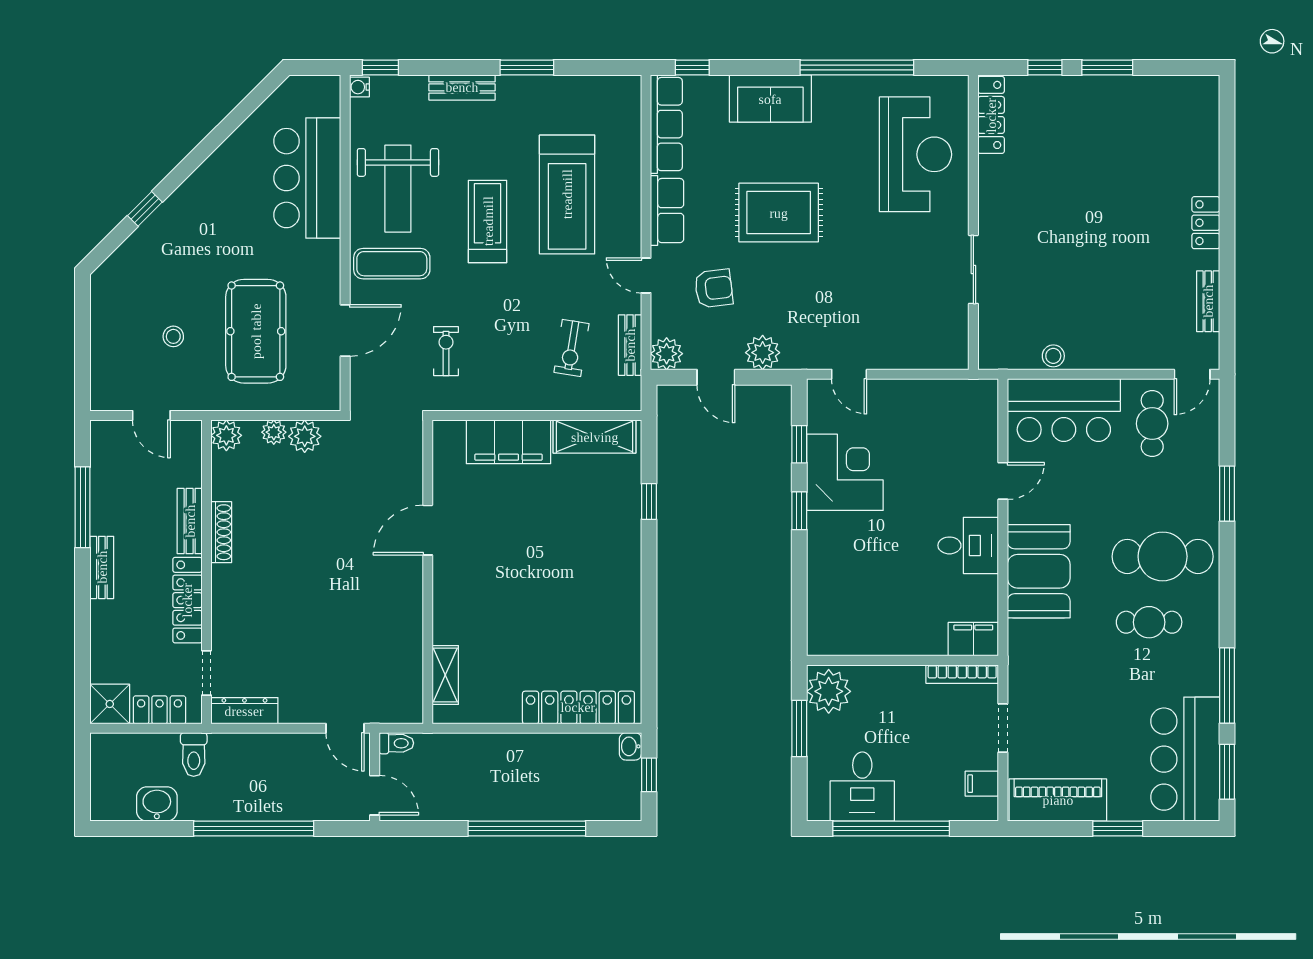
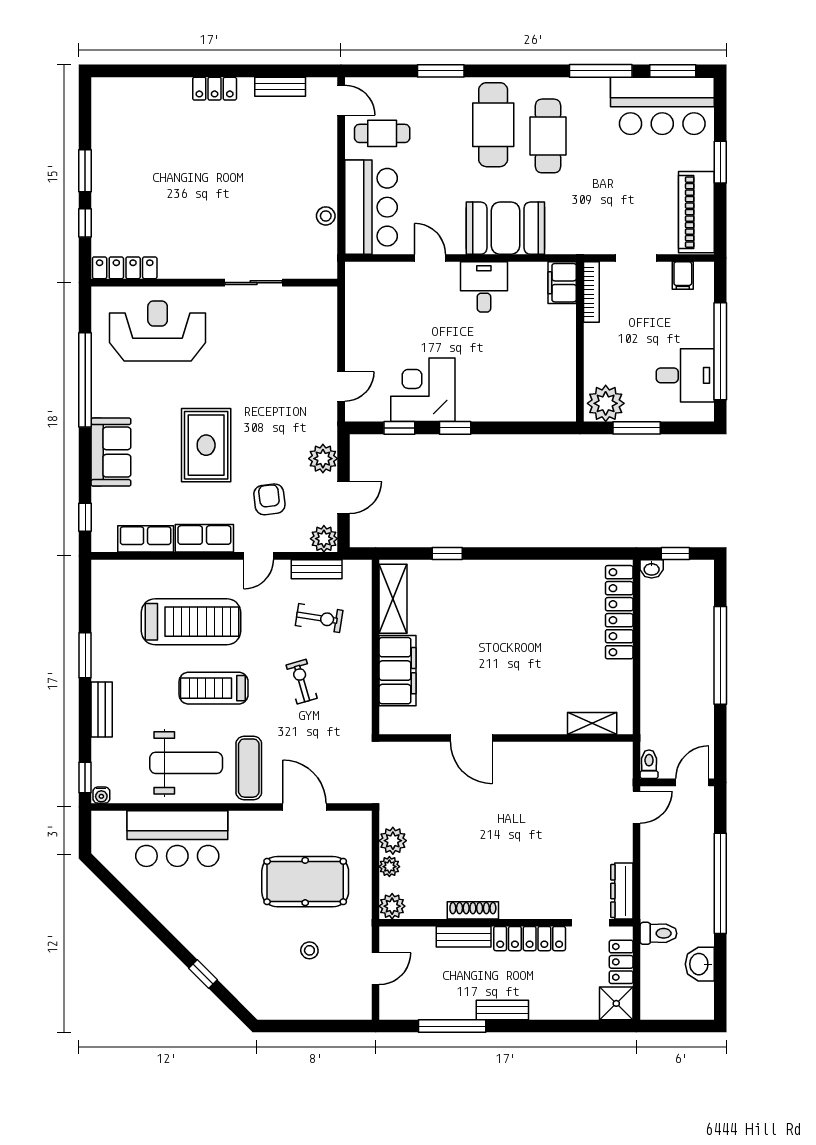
row of seats: (666, 124) -> (146, 539), width x0.68
exercise bike: (446, 351) -> (302, 682), moved, turned 74
cafe table: (1149, 622) -> (548, 136), width x1.37, depth x1.35

